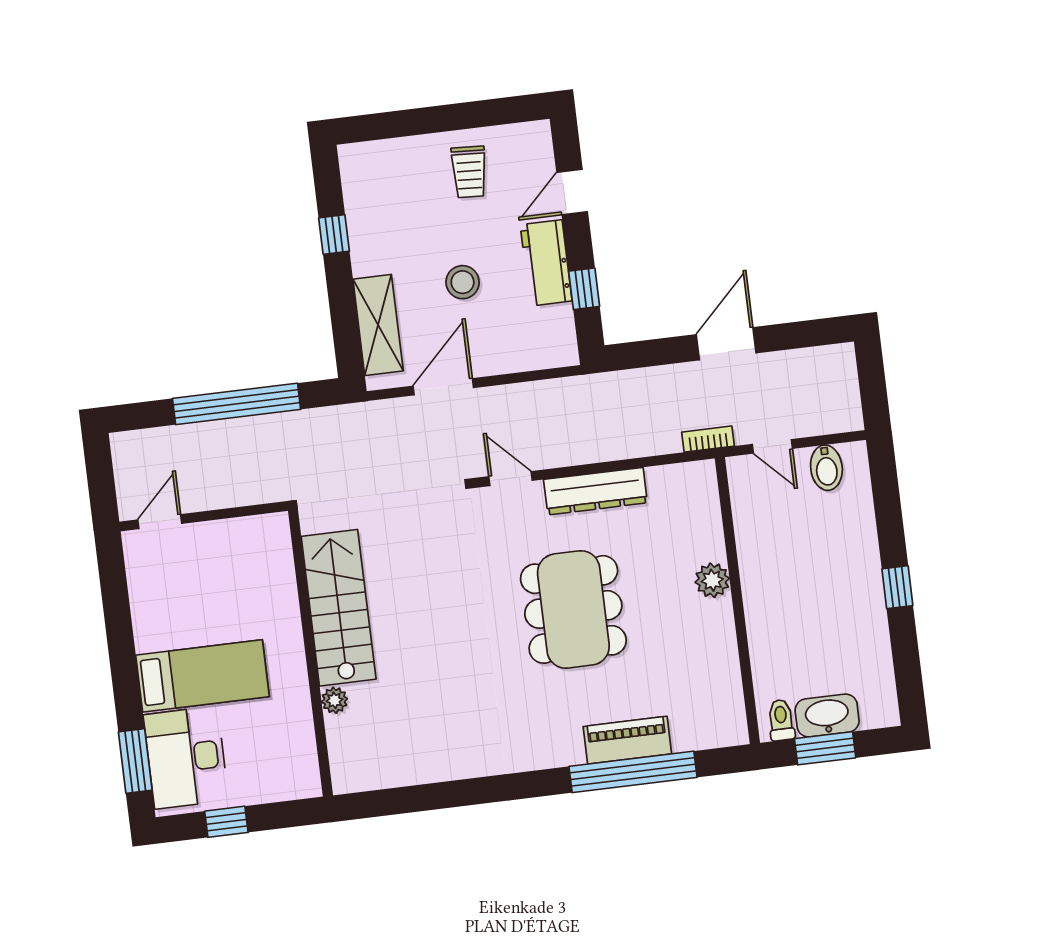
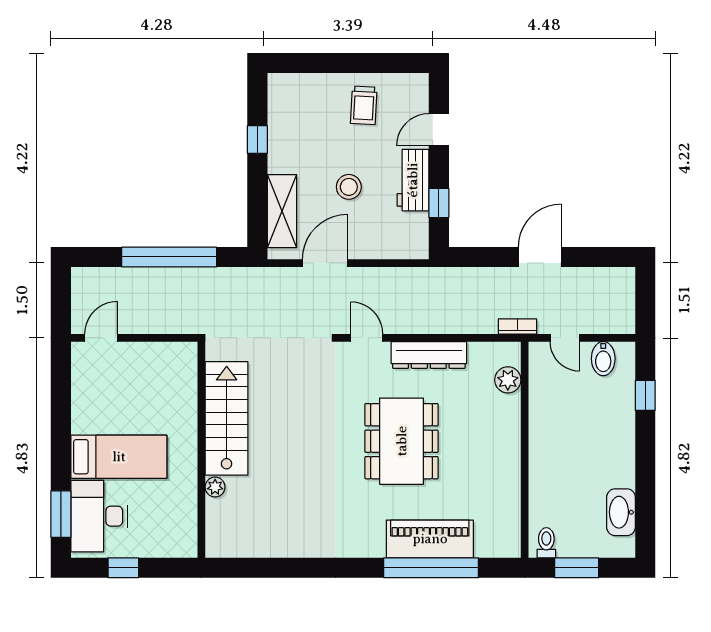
plant: (712, 580) -> (508, 380), moved
window: (897, 587) -> (645, 395), moved
washbasin: (827, 716) -> (621, 512), moved, turned -90
piano: (627, 740) -> (430, 539), width x1.37, depth x1.33

